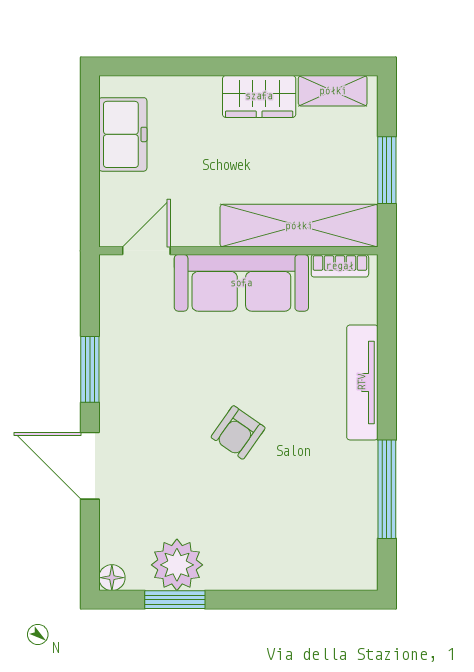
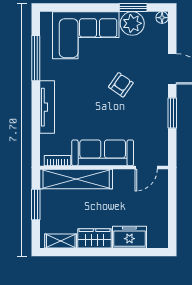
freezer: (123, 134) -> (129, 237), moved, turned 90
armchair: (238, 432) -> (121, 85), moved
corner sofa: (278, 539) -> (86, 35), added

